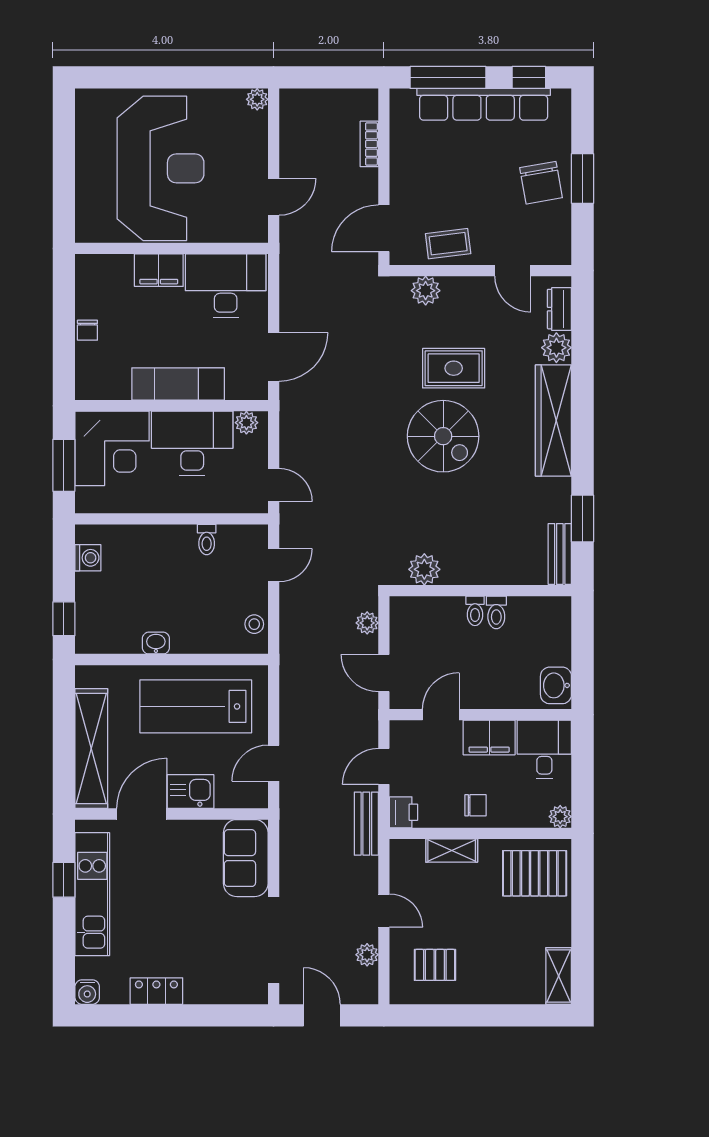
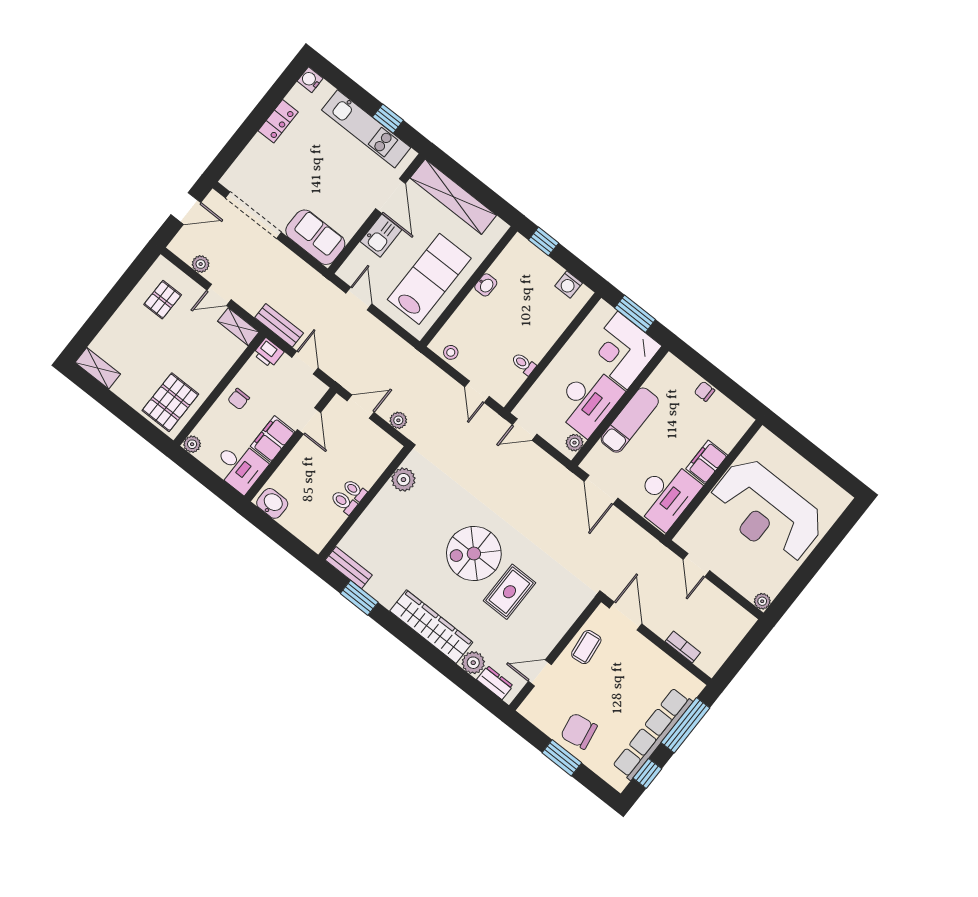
plant: (426, 291) -> (569, 612), removed
shelving: (452, 850) -> (238, 327), moved, turned 90

